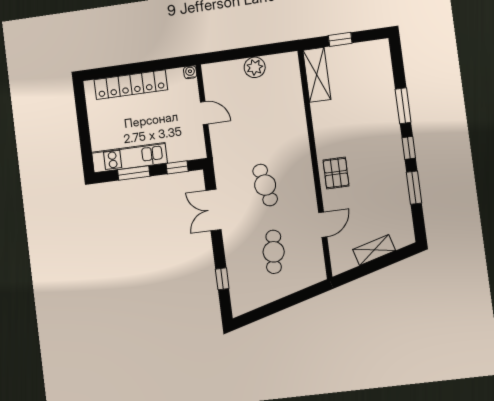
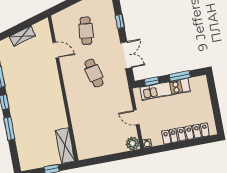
plant: (255, 67) -> (132, 143), moved
kitchen unit: (129, 158) -> (165, 89), moved
pallet: (336, 173) -> (49, 83), removed
door: (323, 225) -> (56, 50), swing flipped
window: (222, 279) -> (120, 21), moved

